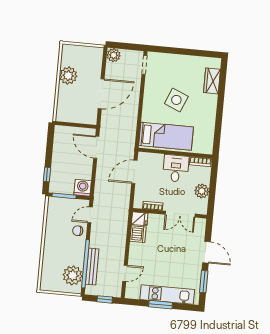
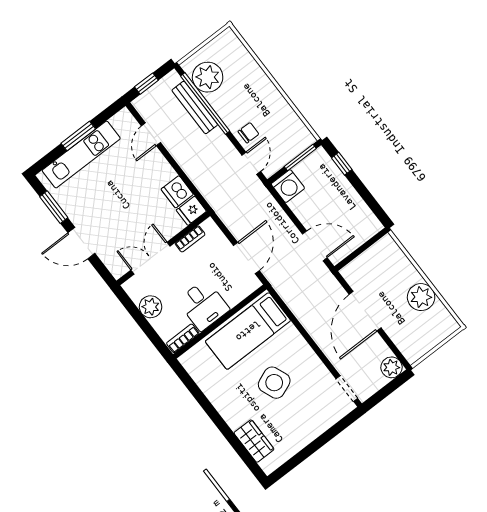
side table: (176, 100) -> (274, 383), turned 45

